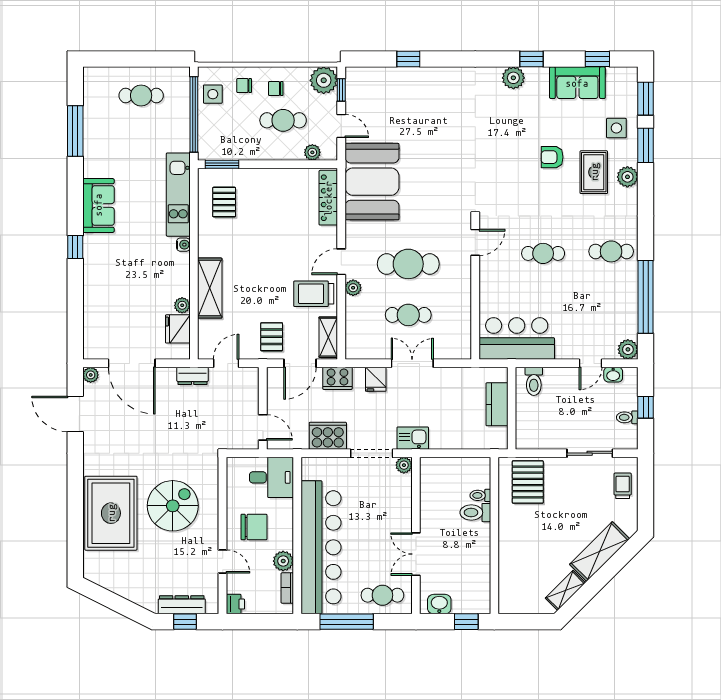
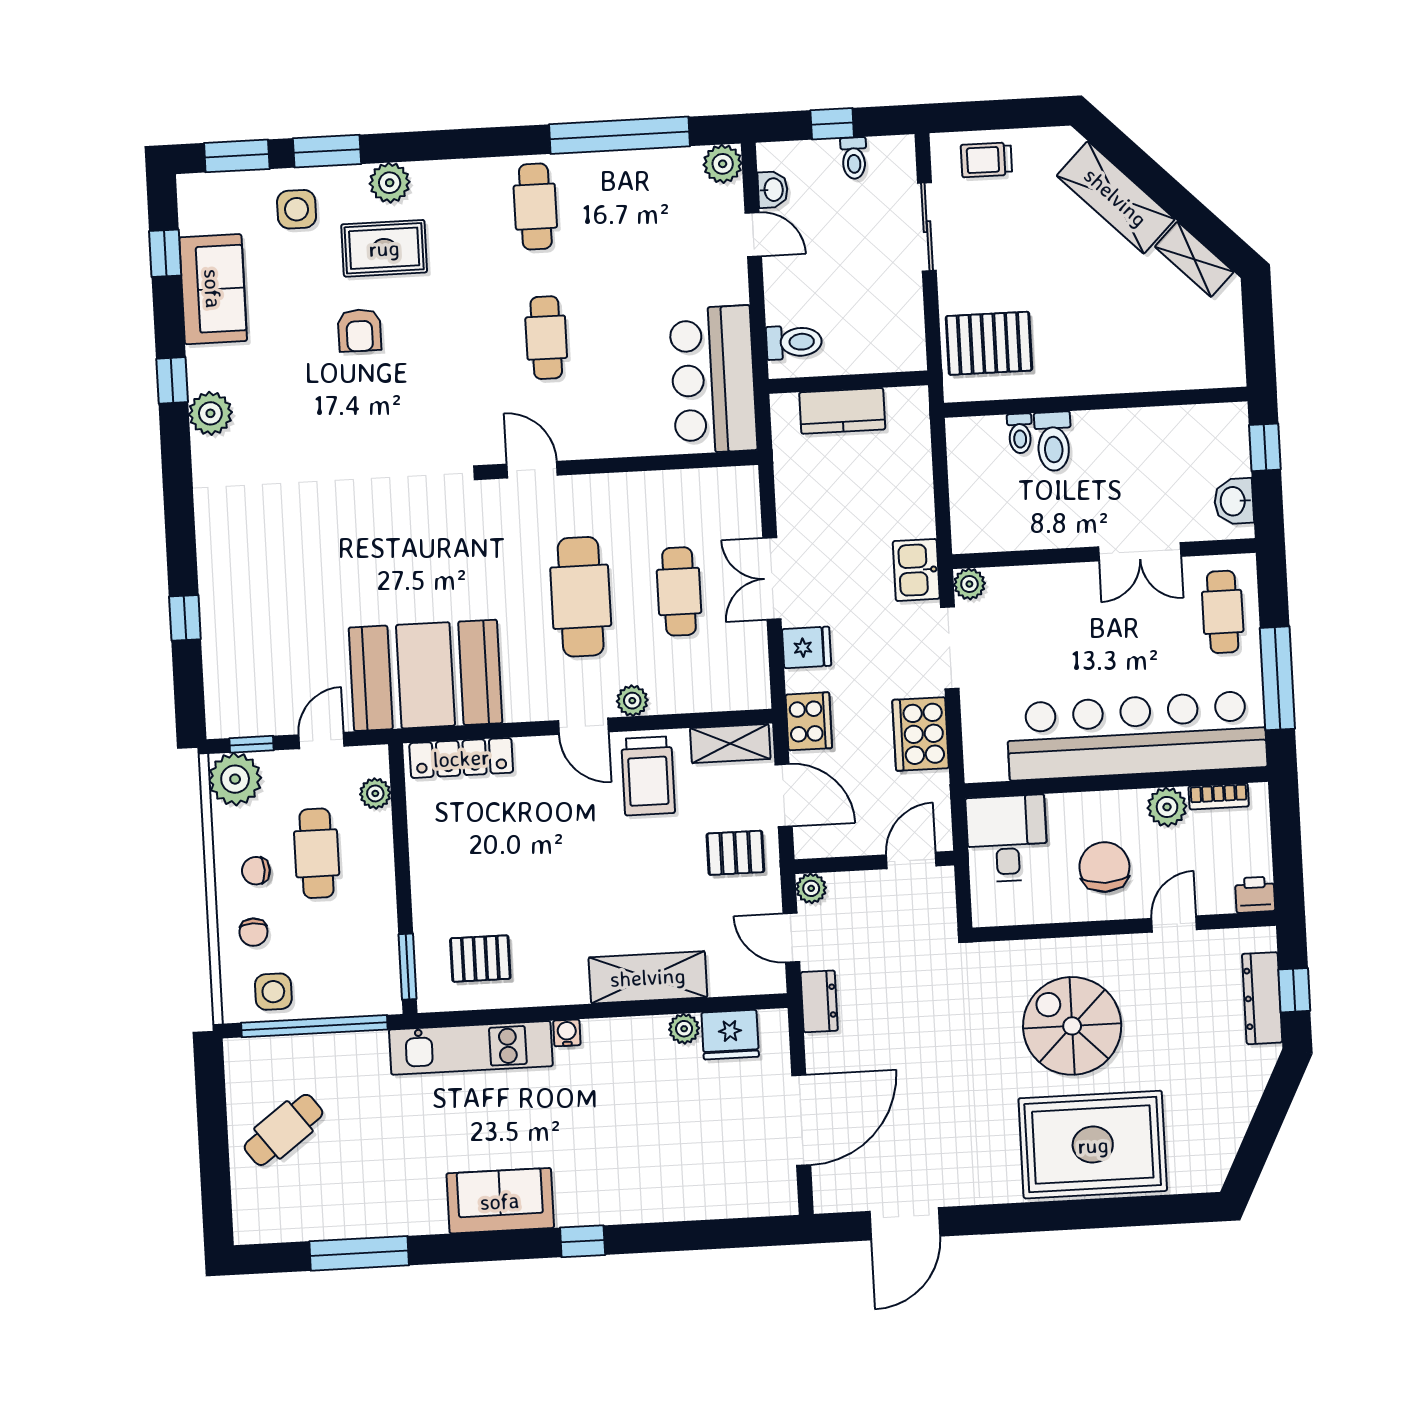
chair: (276, 89) -> (256, 871), turned 90
cafe table: (141, 96) -> (283, 1130), turned 53
plant: (91, 375) -> (811, 888), moved

